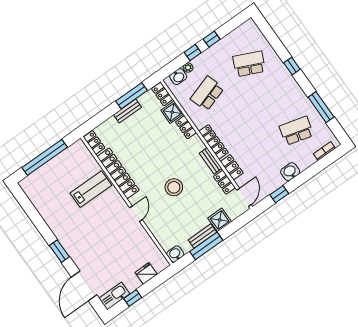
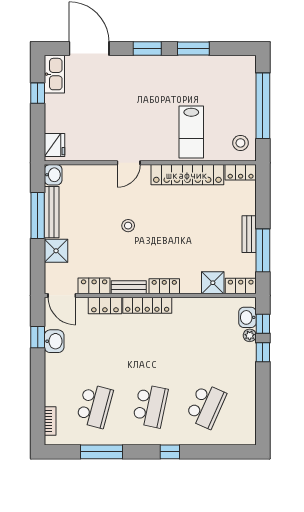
window: (212, 39) -> (263, 324), moved
school desk: (207, 94) -> (150, 406), moved, turned 30
locker: (186, 127) -> (164, 286), moved
stool: (76, 155) -> (240, 143), added
washbasin: (290, 172) -> (54, 341), moved
stool: (174, 187) -> (128, 226), width x0.53, depth x0.53
door: (136, 214) -> (129, 163), hinge flipped
window: (40, 223) -> (193, 48), added
bench: (202, 236) -> (52, 212), width x1.36
fridge: (146, 273) -> (54, 145), moved

